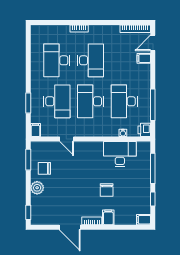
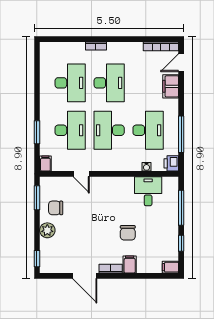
filing cabinet: (144, 58) -> (171, 86), width x2.00
desk: (57, 60) -> (70, 83), turned 180
desk: (124, 101) -> (148, 130), turned 180
desk: (120, 154) -> (148, 191), width x0.73

